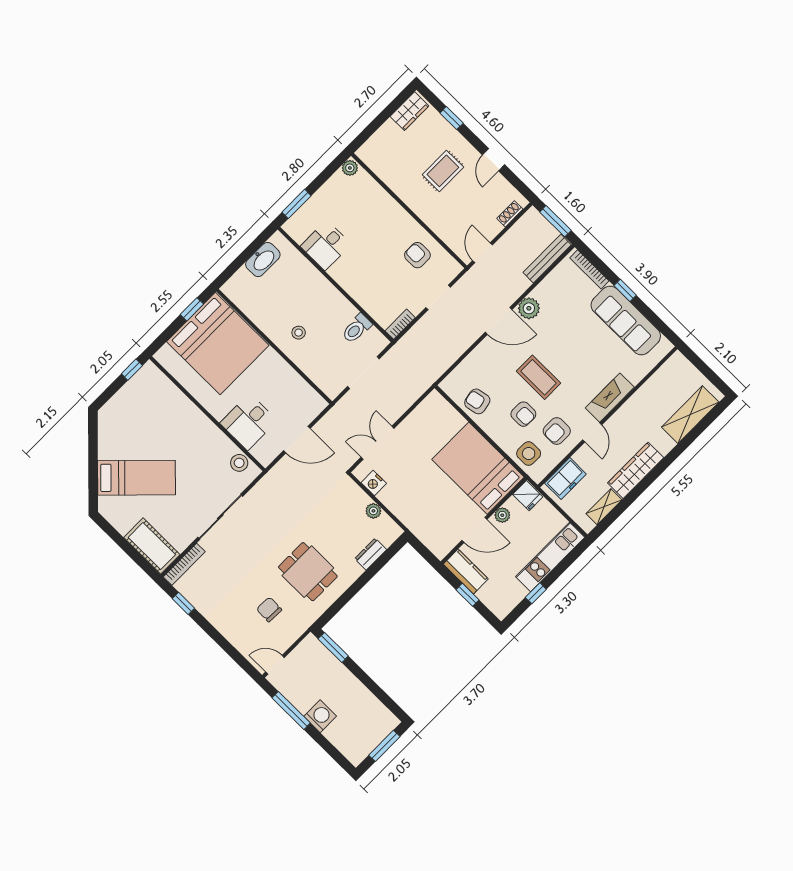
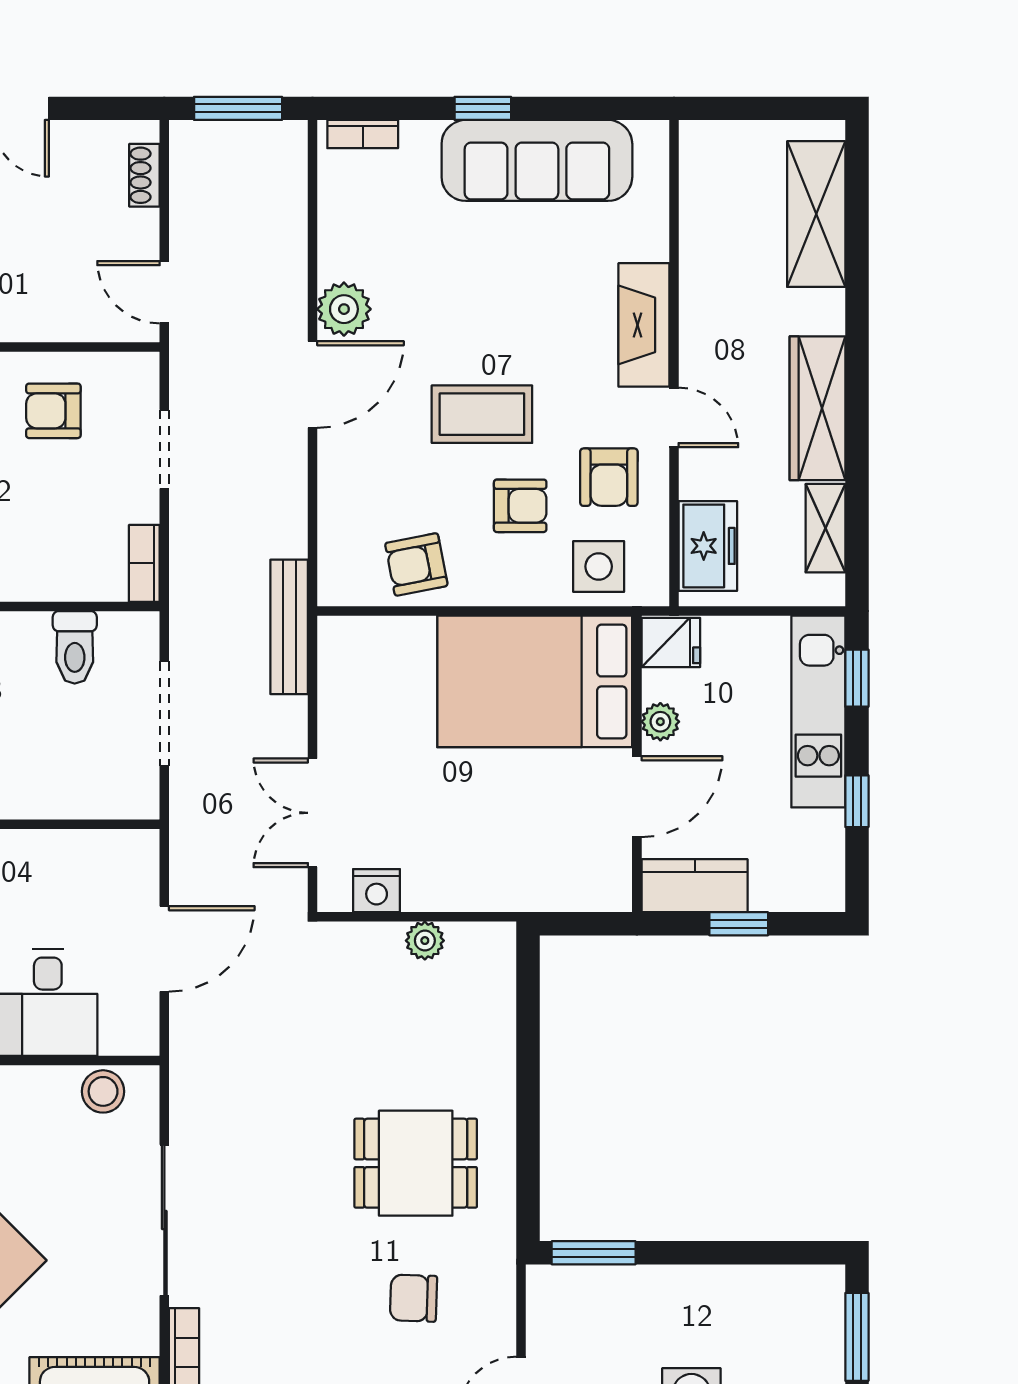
bench: (547, 259) -> (289, 627), moved
bookcase: (589, 269) -> (363, 134), width x0.64
dresser: (371, 554) -> (496, 1022), removed
window: (571, 558) -> (857, 678), added

